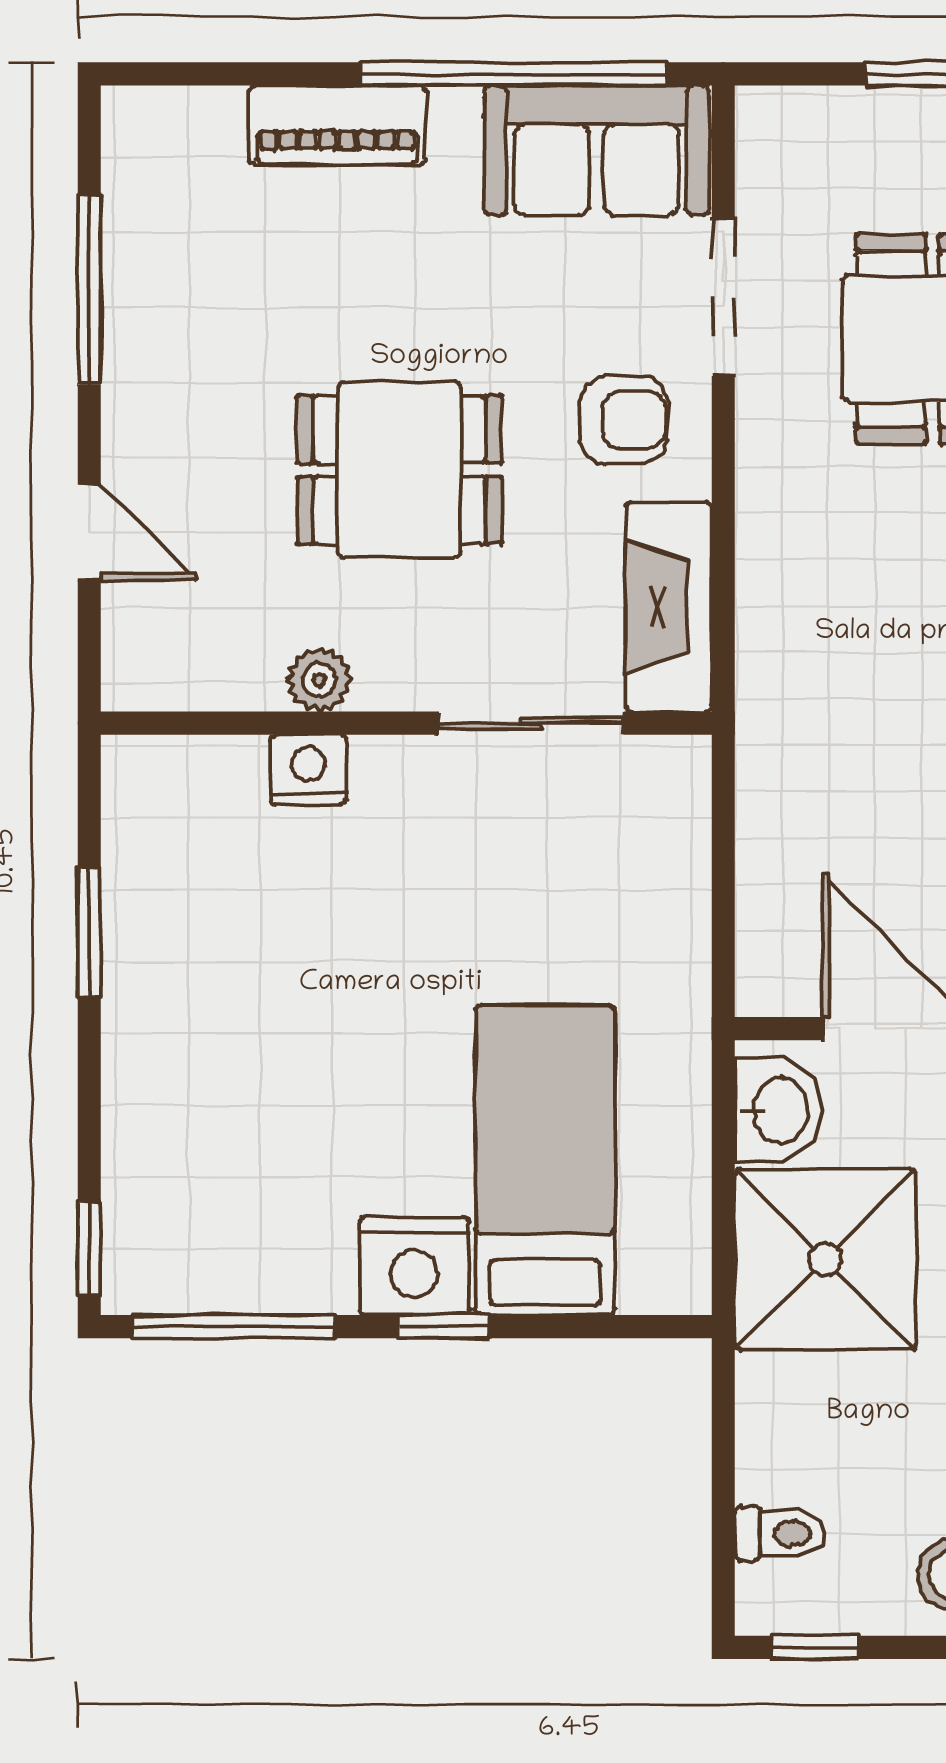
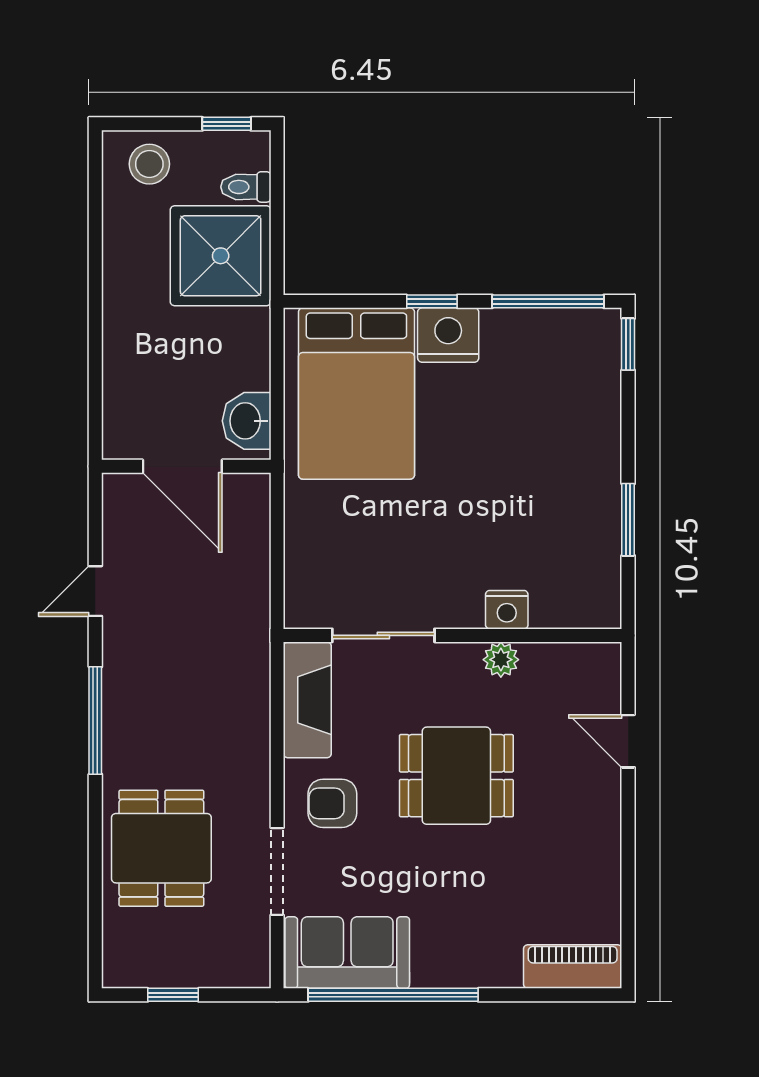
piano: (337, 125) -> (573, 967), moved
window: (89, 290) -> (628, 875), removed
bed: (545, 1160) -> (356, 394), width x1.50
shower: (825, 1259) -> (221, 256), moved

